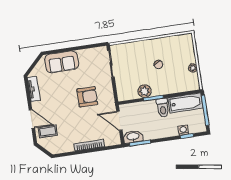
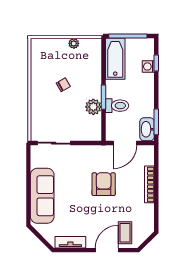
sofa: (62, 62) -> (42, 196), width x1.36
armchair: (87, 97) -> (104, 184), moved
toilet: (163, 108) -> (117, 106), moved

